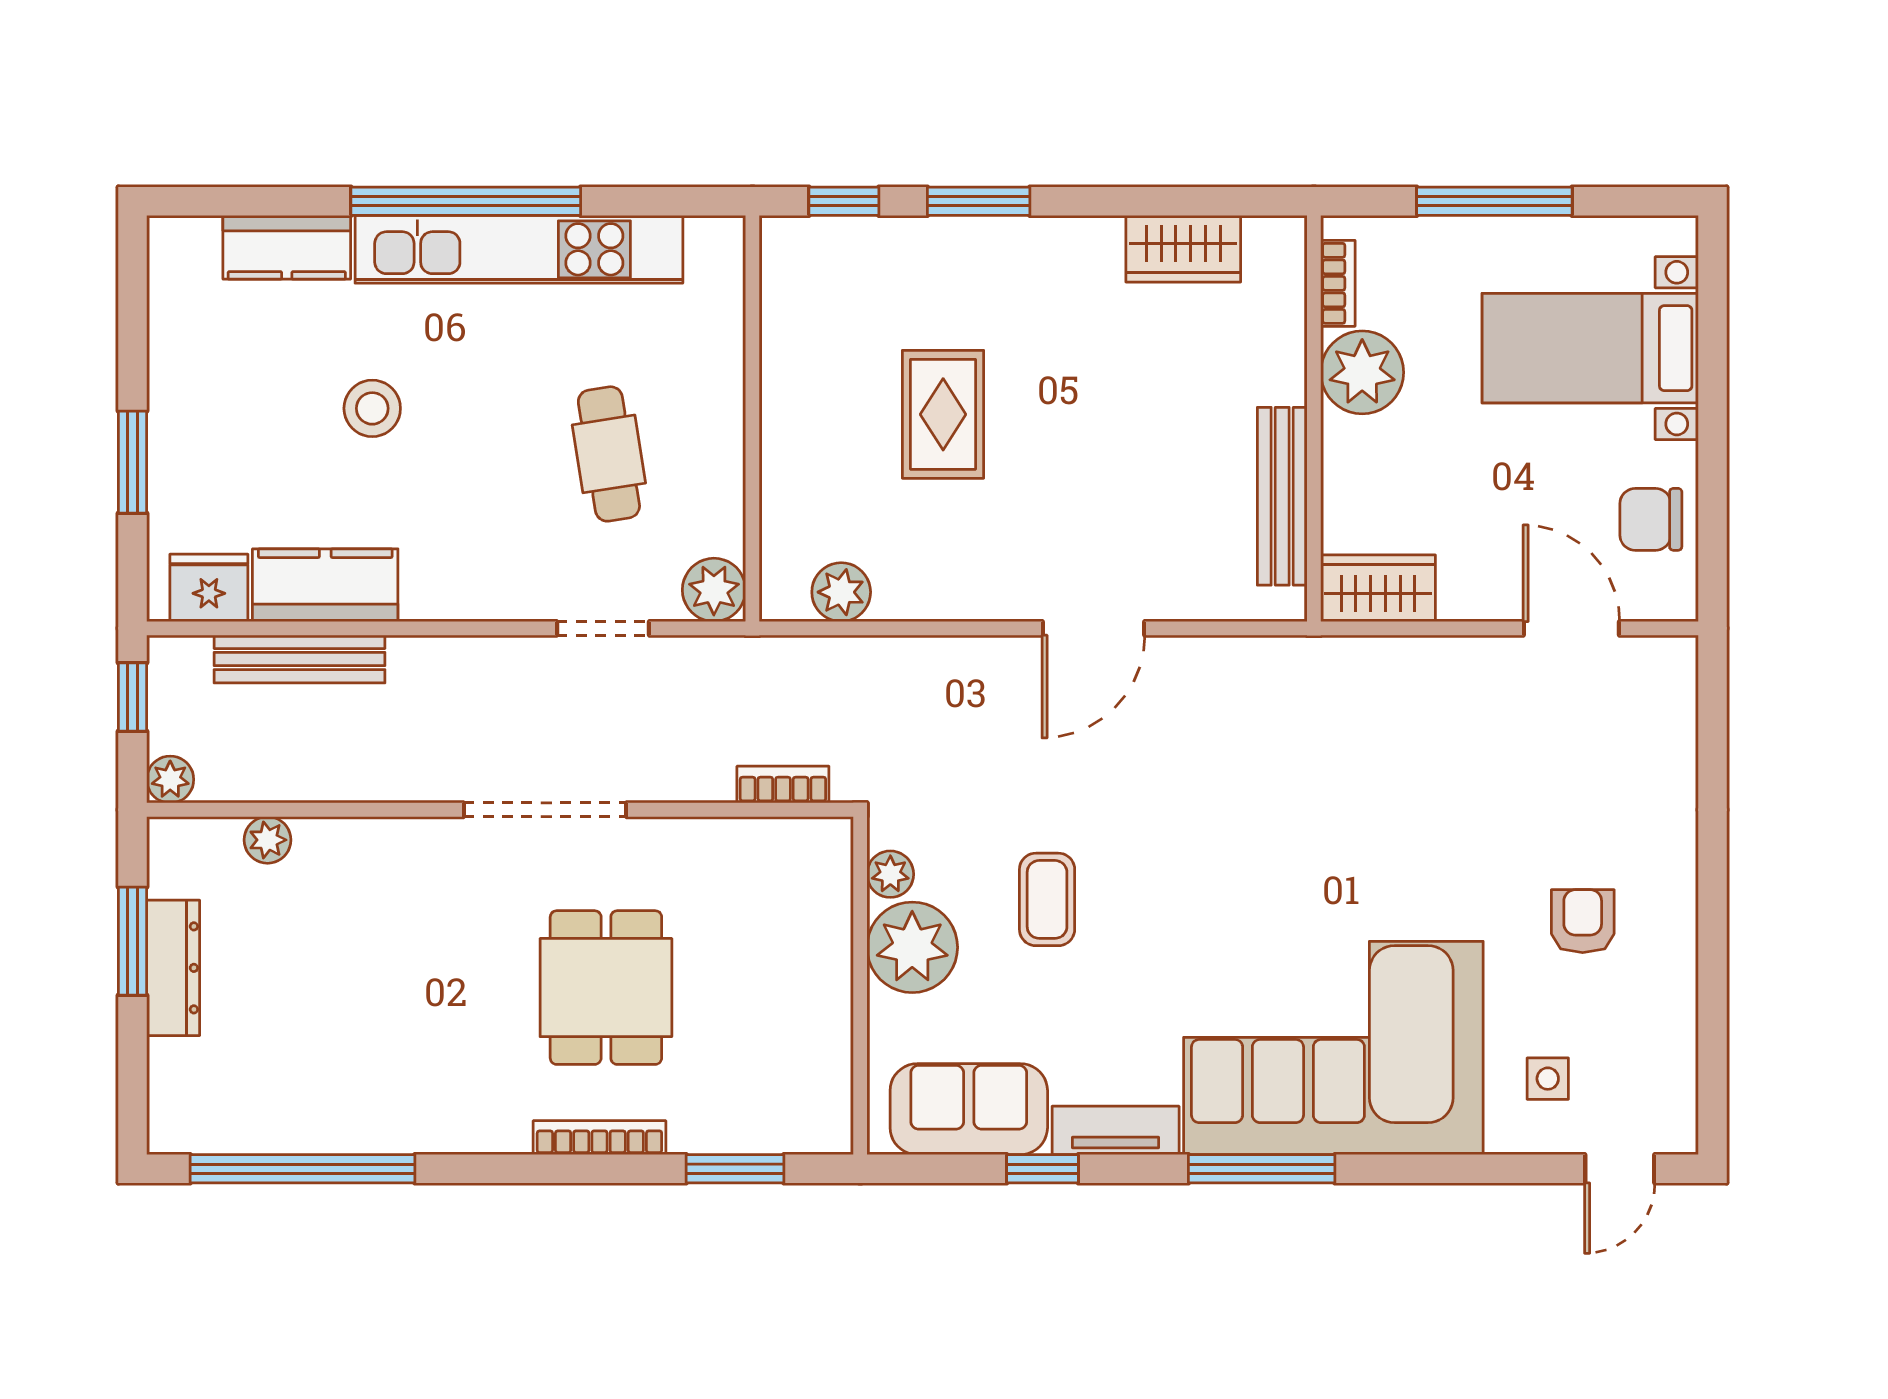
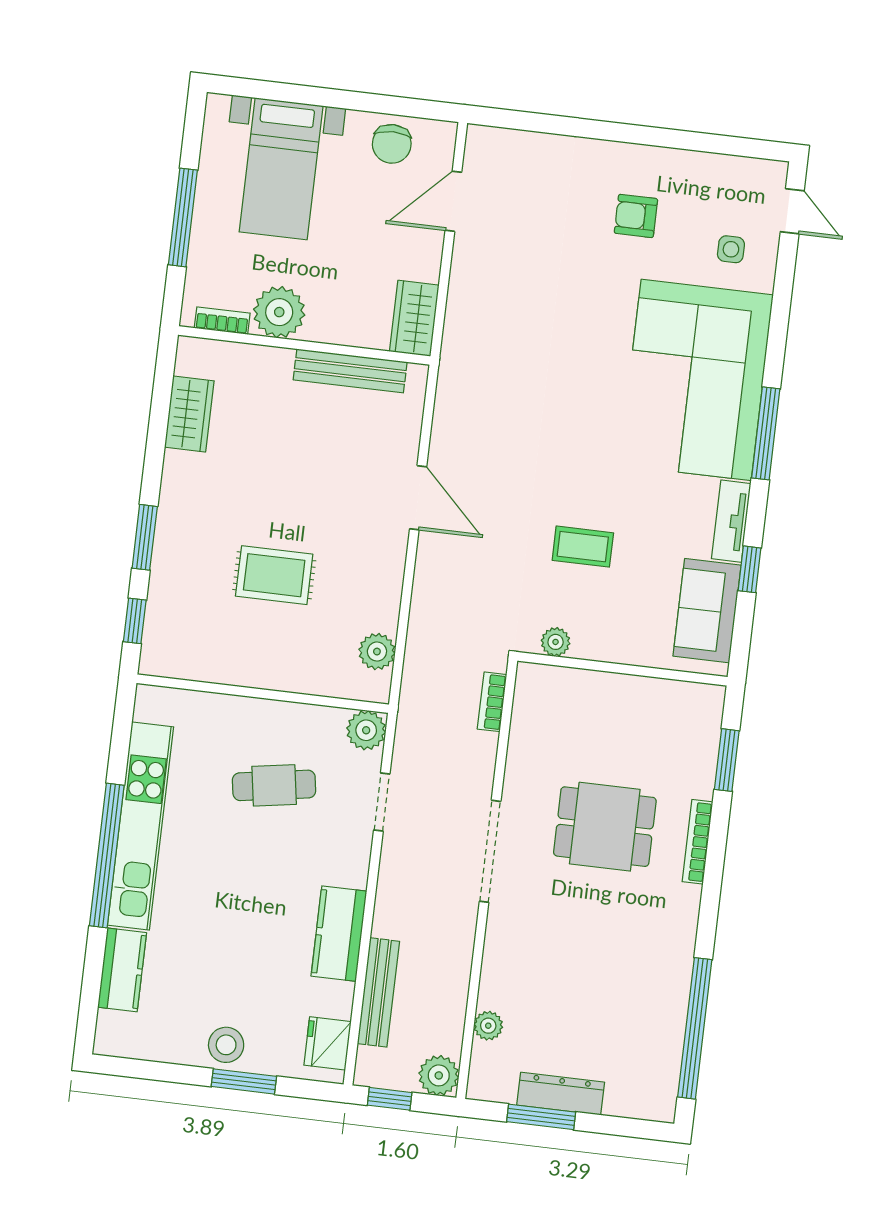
stool: (372, 408) -> (226, 1045), moved
kitchen counter: (325, 585) -> (339, 934), moved
plant: (170, 780) -> (439, 1075), width x1.38, depth x1.38
plant: (912, 947) -> (603, 634), removed

